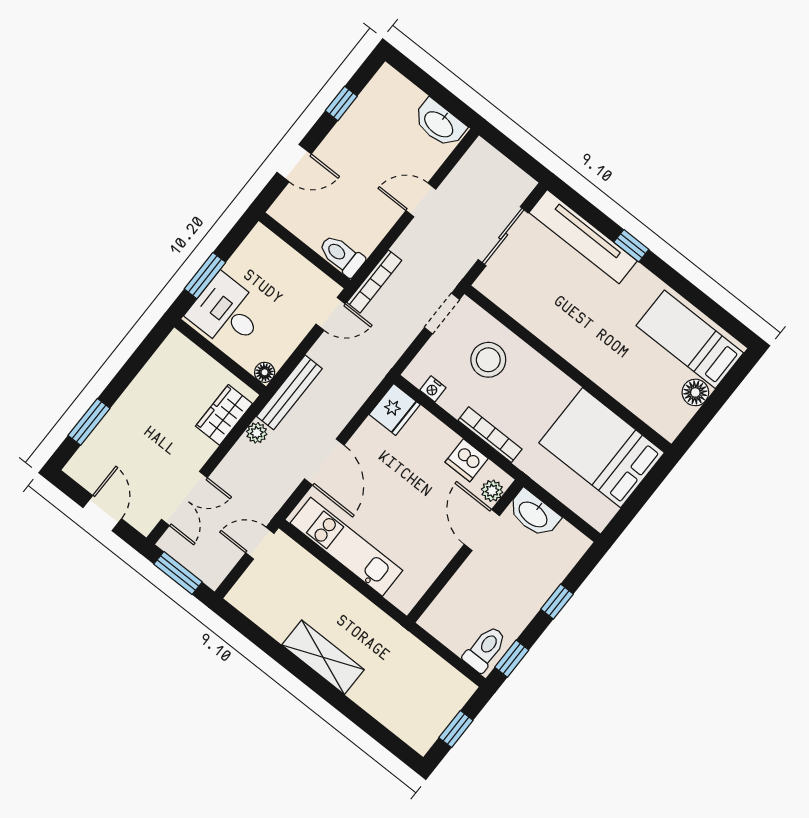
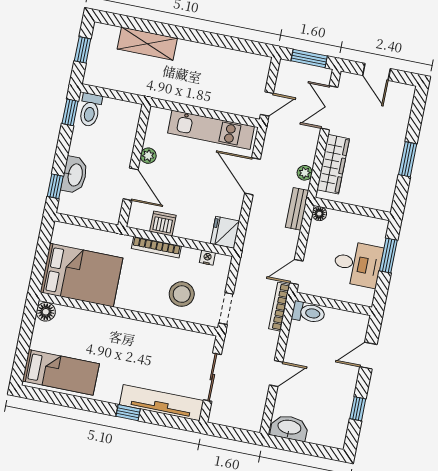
desk: (227, 312) -> (358, 264), moved
bench: (289, 392) -> (297, 209), width x0.73
floor lamp: (695, 392) -> (46, 312), moved
wardrobe: (224, 415) -> (333, 164), width x1.50
window: (89, 422) -> (408, 159), moved
plant: (492, 491) -> (148, 156), moved
washbasin: (534, 514) -> (75, 175), moved, turned 90
window: (557, 602) -> (55, 186), moved
shelving: (323, 657) -> (147, 44), moved

